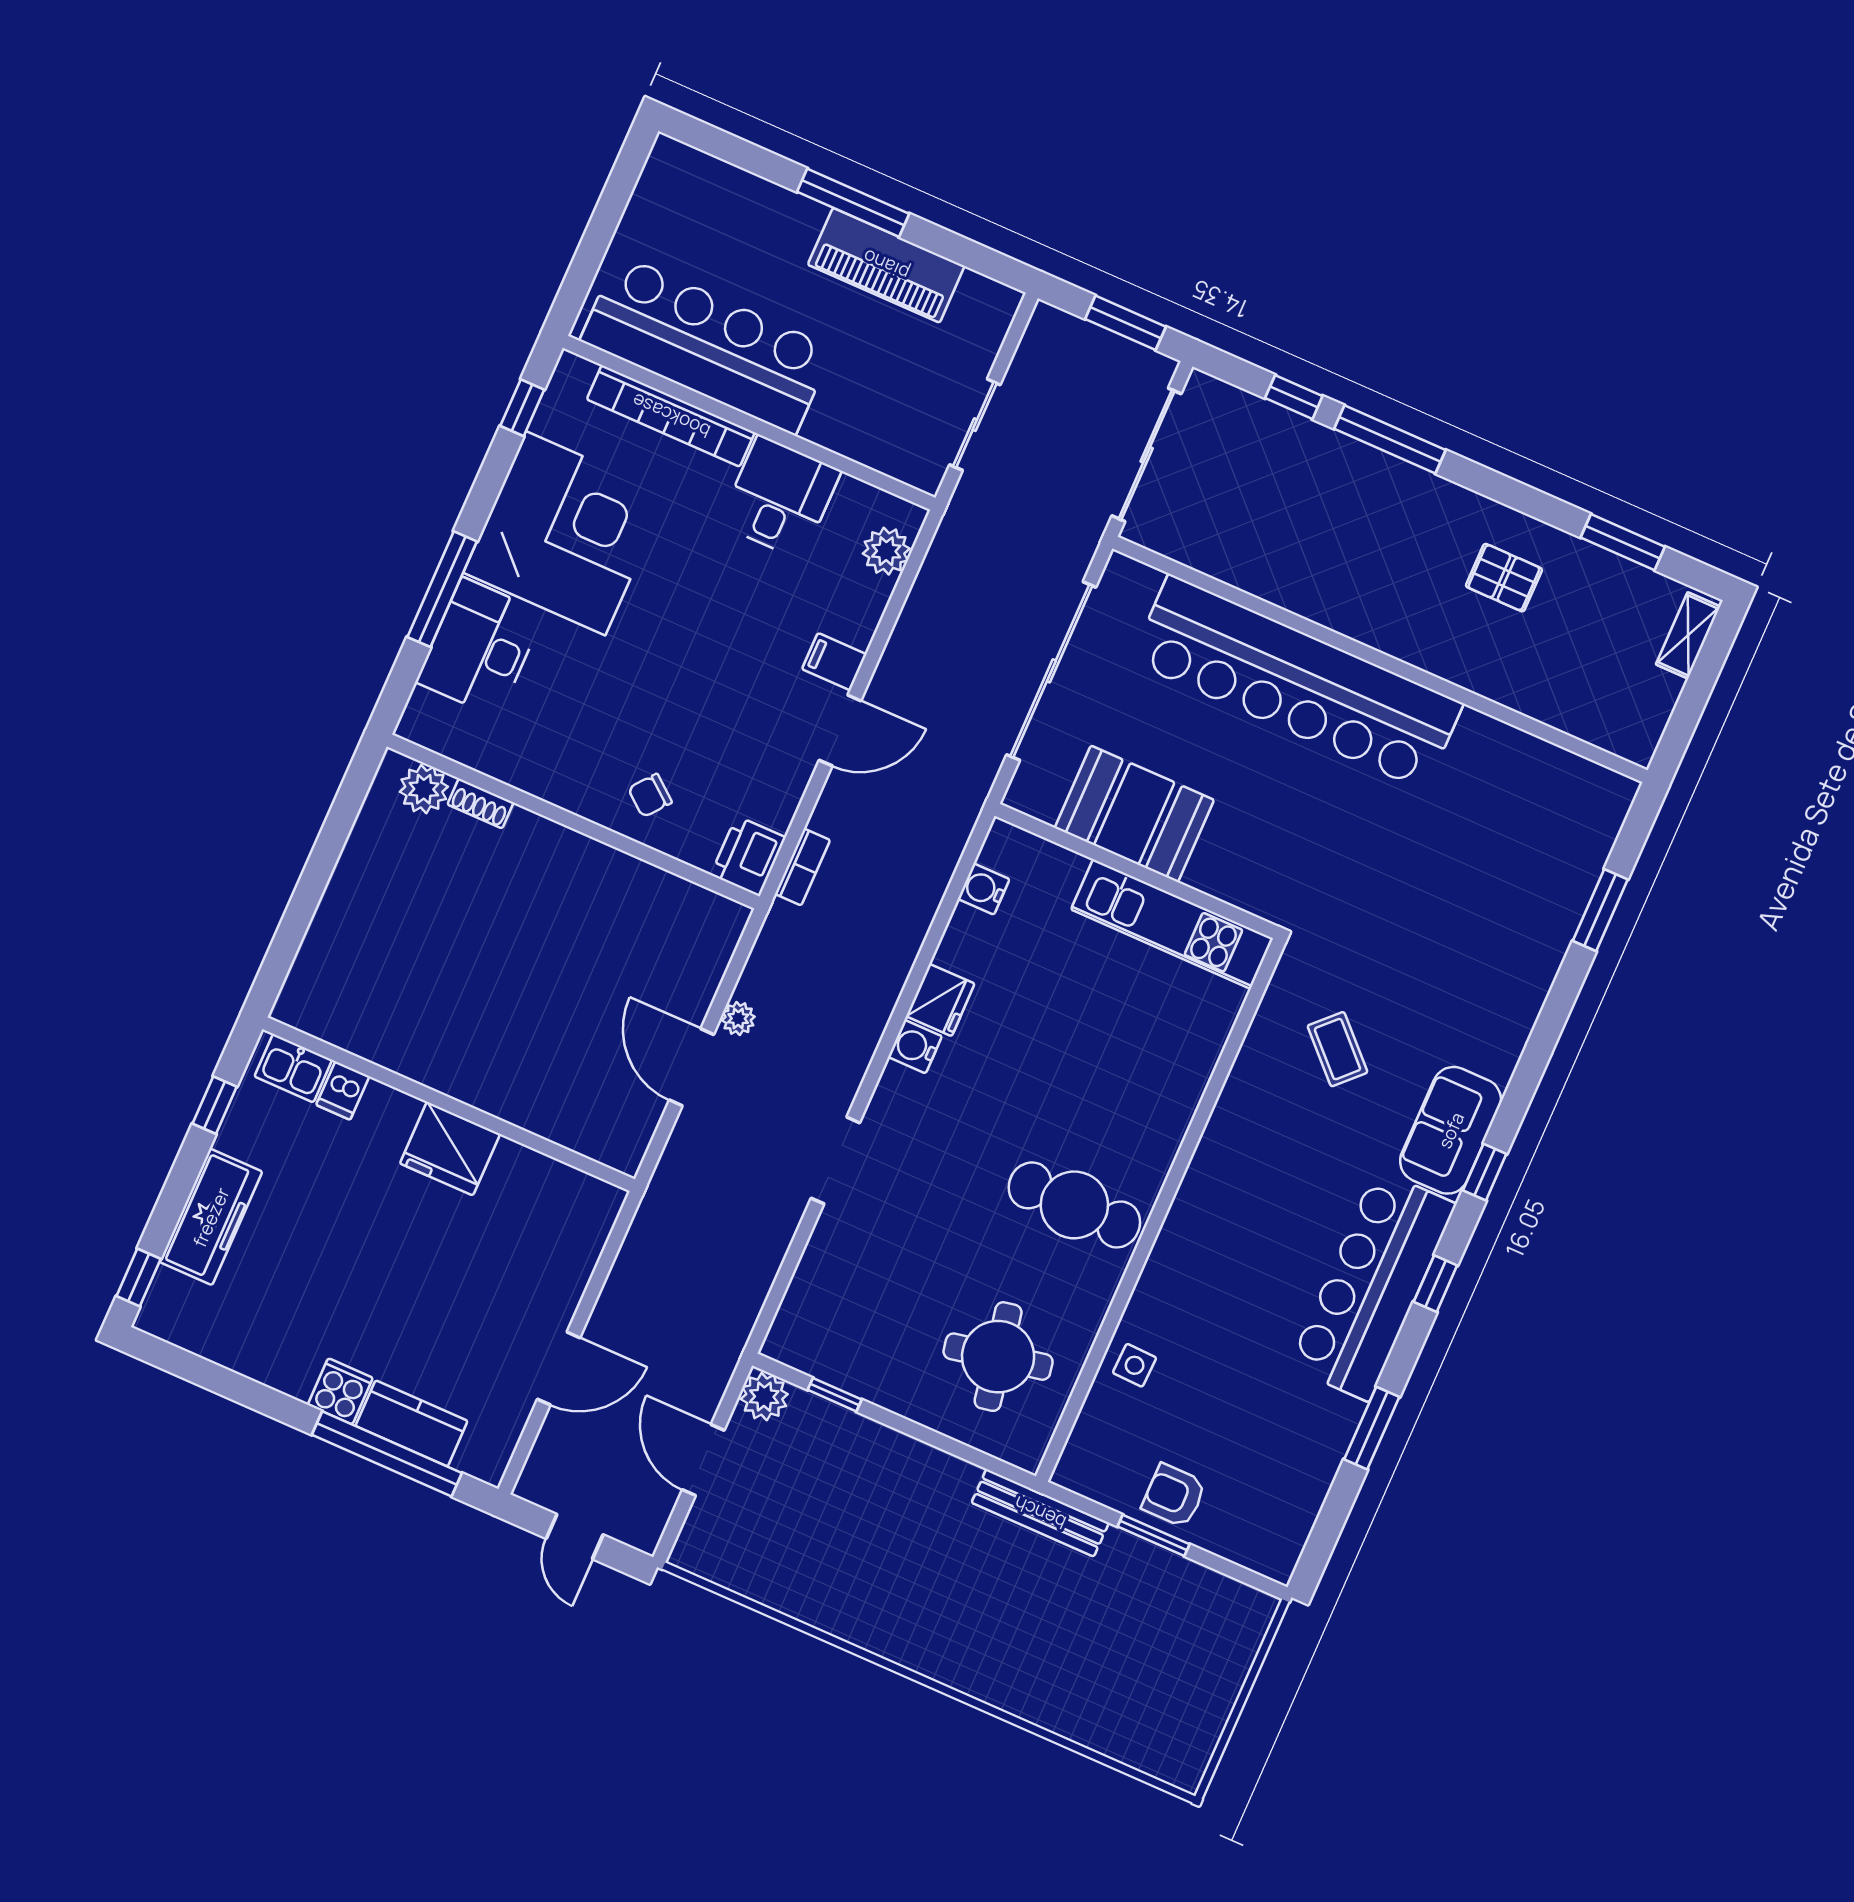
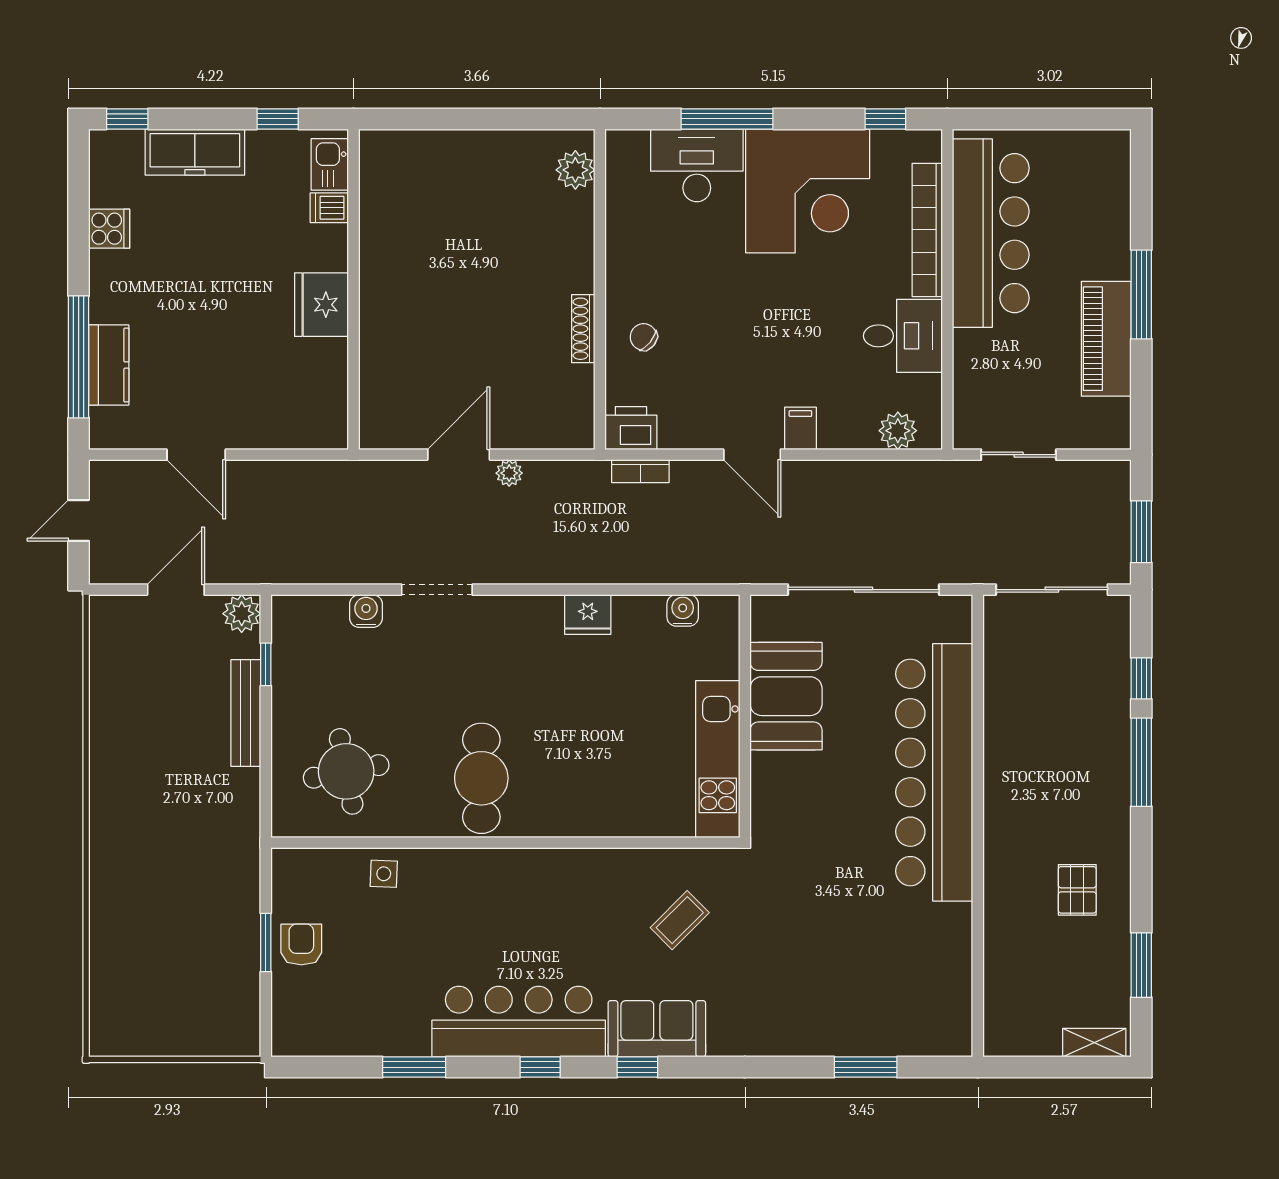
shoe rack: (481, 803) -> (583, 329), moved, width x1.43
water cooler: (915, 1047) -> (366, 611), moved
cooker: (340, 1391) -> (109, 229), moved
bench: (1040, 1513) -> (246, 713), moved

